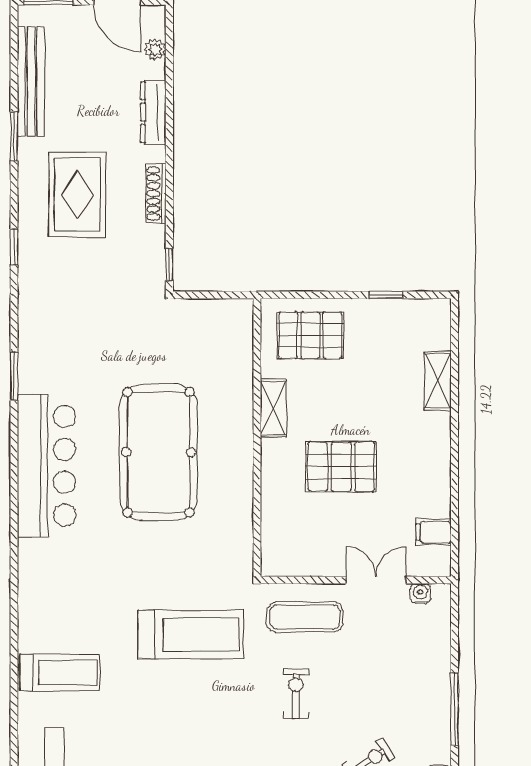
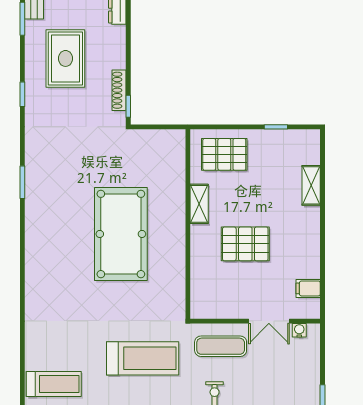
shoe rack: (156, 193) -> (119, 90), moved
bar counter: (47, 466) -> (45, 243), removed
double door: (376, 580) -> (269, 321), swing flipped

